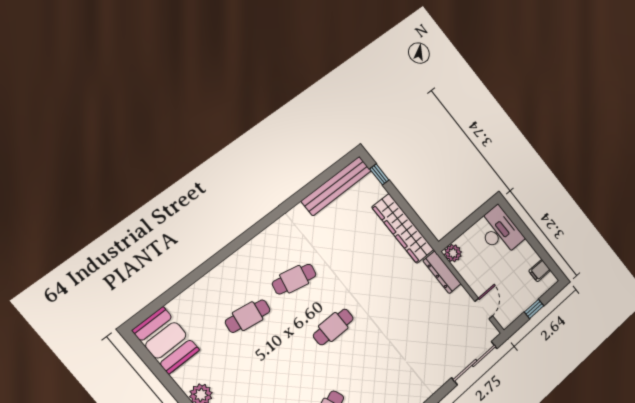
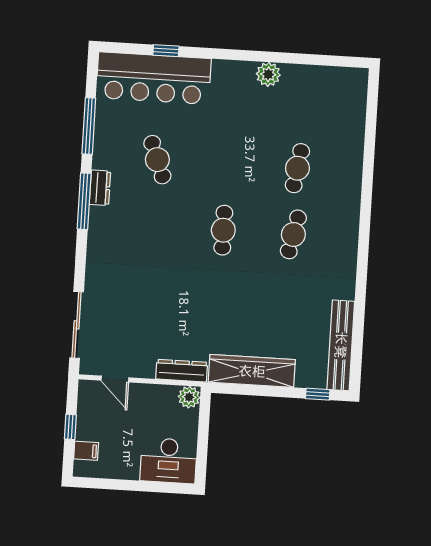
filing cabinet: (540, 271) -> (86, 451), moved, turned 90
booth: (166, 340) -> (337, 87), removed

